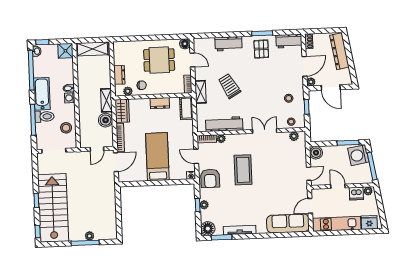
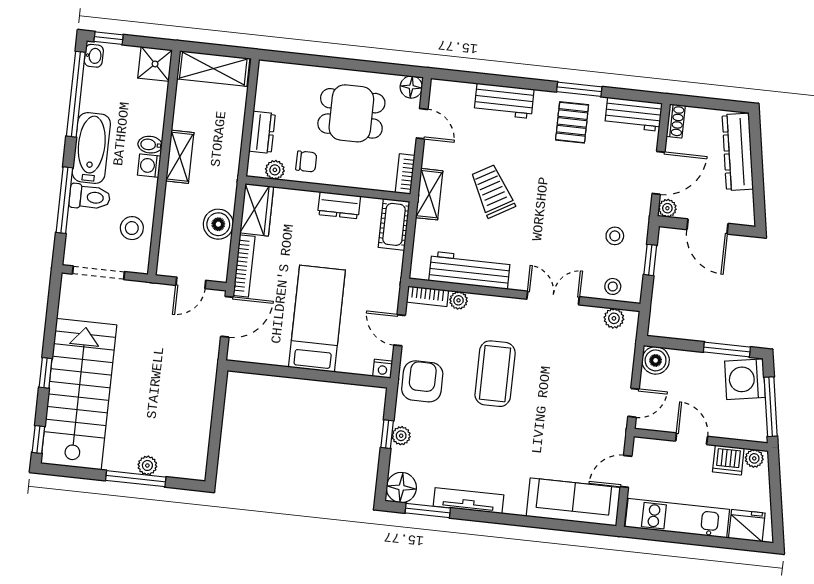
shelving: (106, 100) -> (180, 157), moved
armchair: (210, 178) -> (422, 381), turned 180

